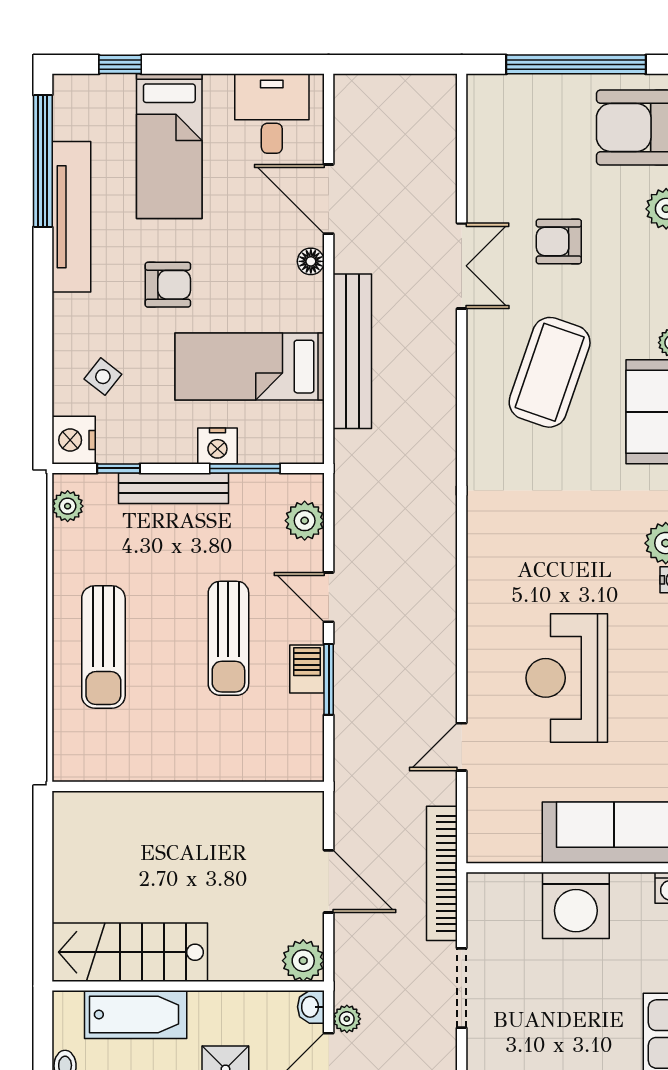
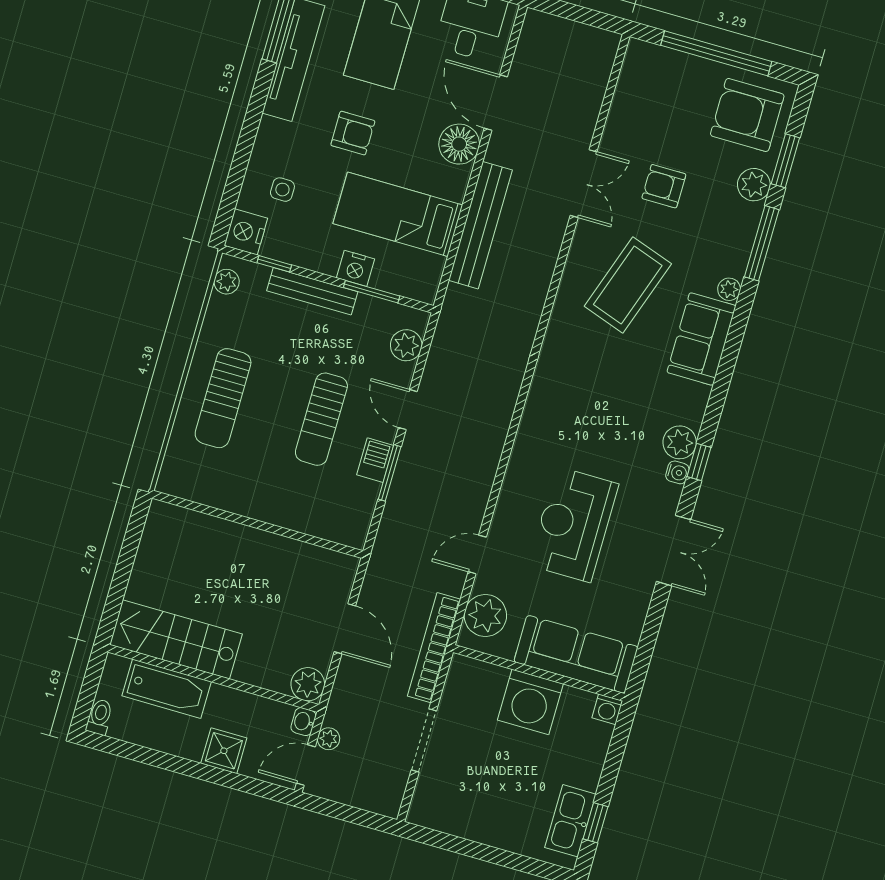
floor lamp: (311, 261) -> (459, 144), width x1.89, depth x1.89
side table: (103, 377) -> (282, 190), turned -38
plant: (492, 817) -> (485, 615), added

